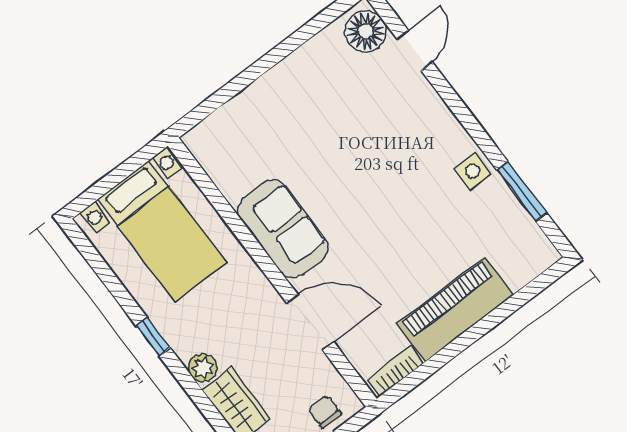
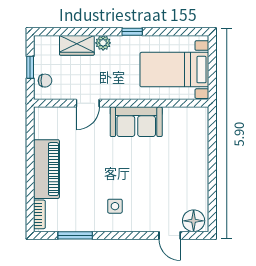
side table: (473, 171) -> (115, 206), moved
door: (310, 322) -> (88, 103), width x0.73
bookcase: (395, 371) -> (39, 214), moved

